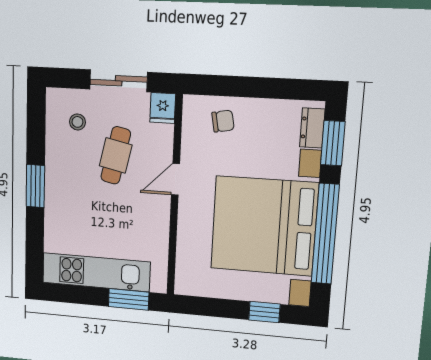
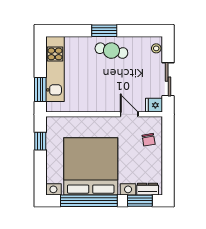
stool: (77, 122) -> (156, 48), moved
cafe table: (116, 155) -> (111, 51), moved
door: (175, 179) -> (129, 114), moved
window: (264, 312) -> (40, 141), moved

